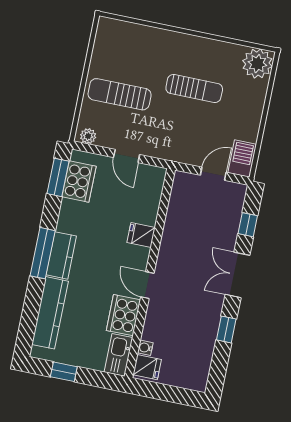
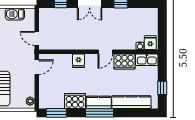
door: (127, 156) -> (37, 67), moved
barbecue: (242, 158) -> (15, 14), moved
door: (213, 174) -> (37, 38), moved
cooker: (79, 182) -> (75, 101), moved

